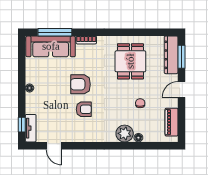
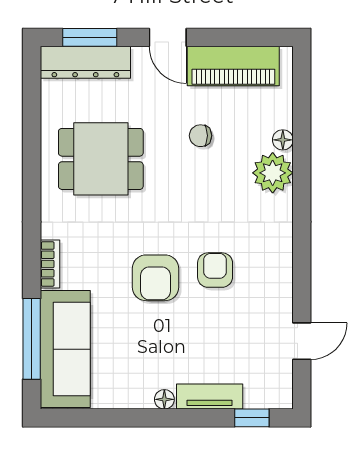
piano: (171, 122) -> (233, 66), width x1.37, depth x1.33
tv unit: (31, 128) -> (210, 397), moved

